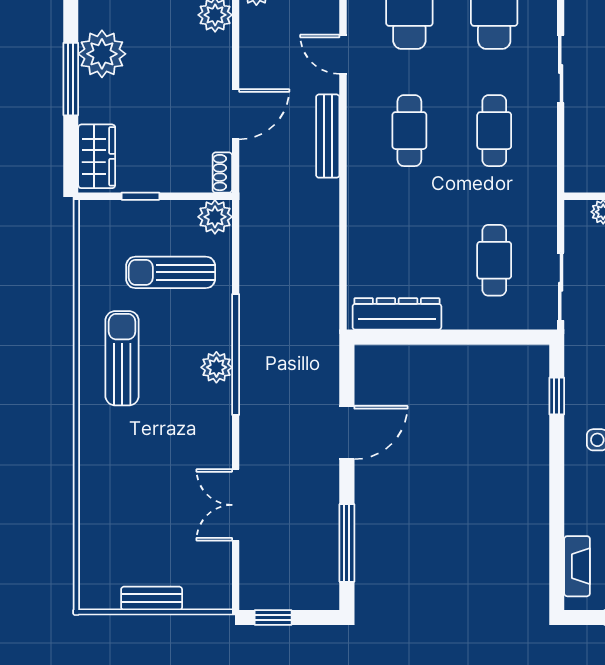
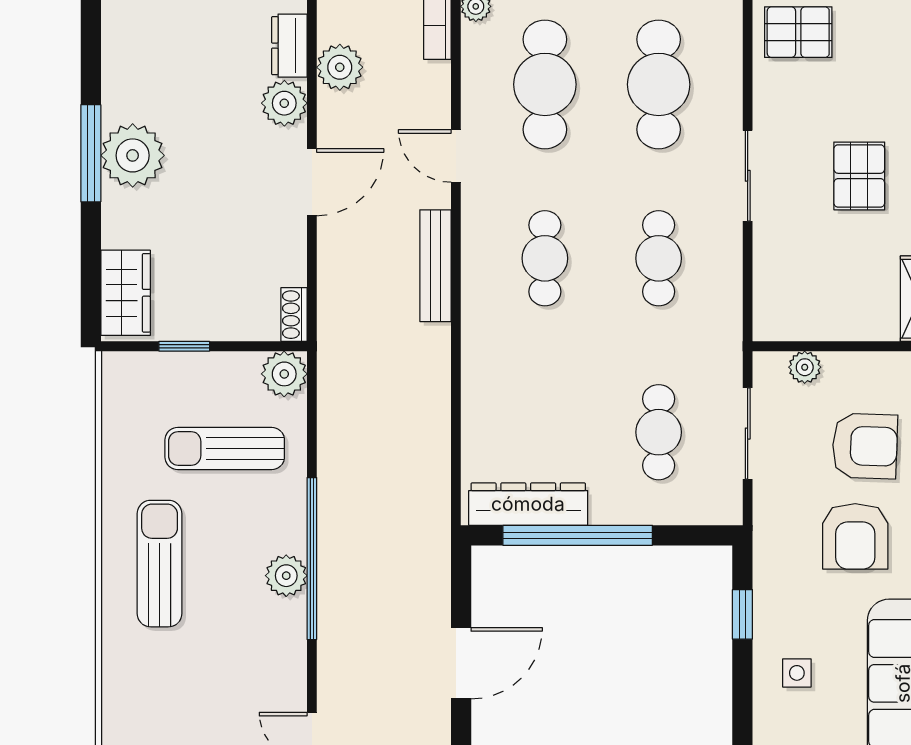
window: (71, 79) -> (91, 153), moved
door: (236, 114) -> (312, 182), moved
sliding door: (561, 287) -> (748, 434), moved
window: (434, 337) -> (578, 535), added

